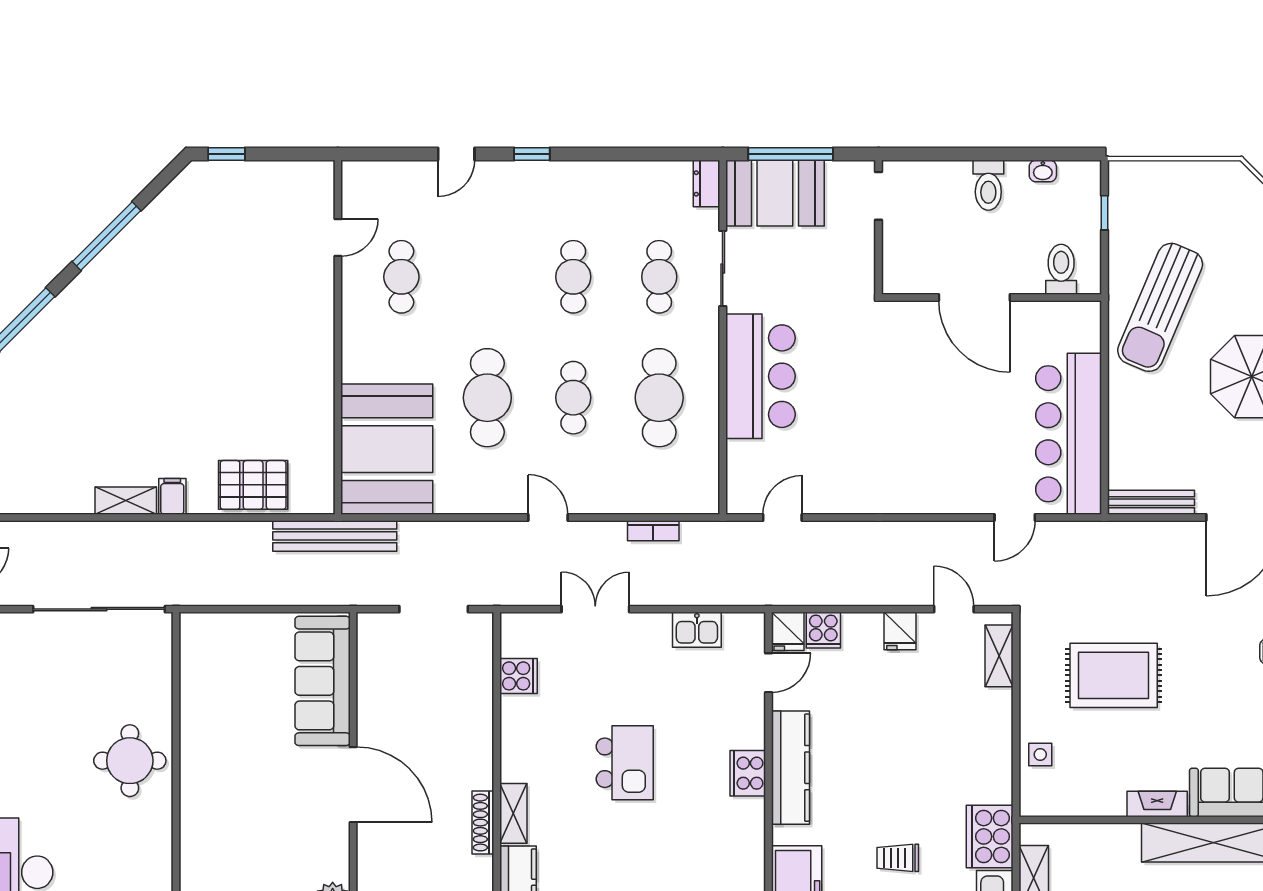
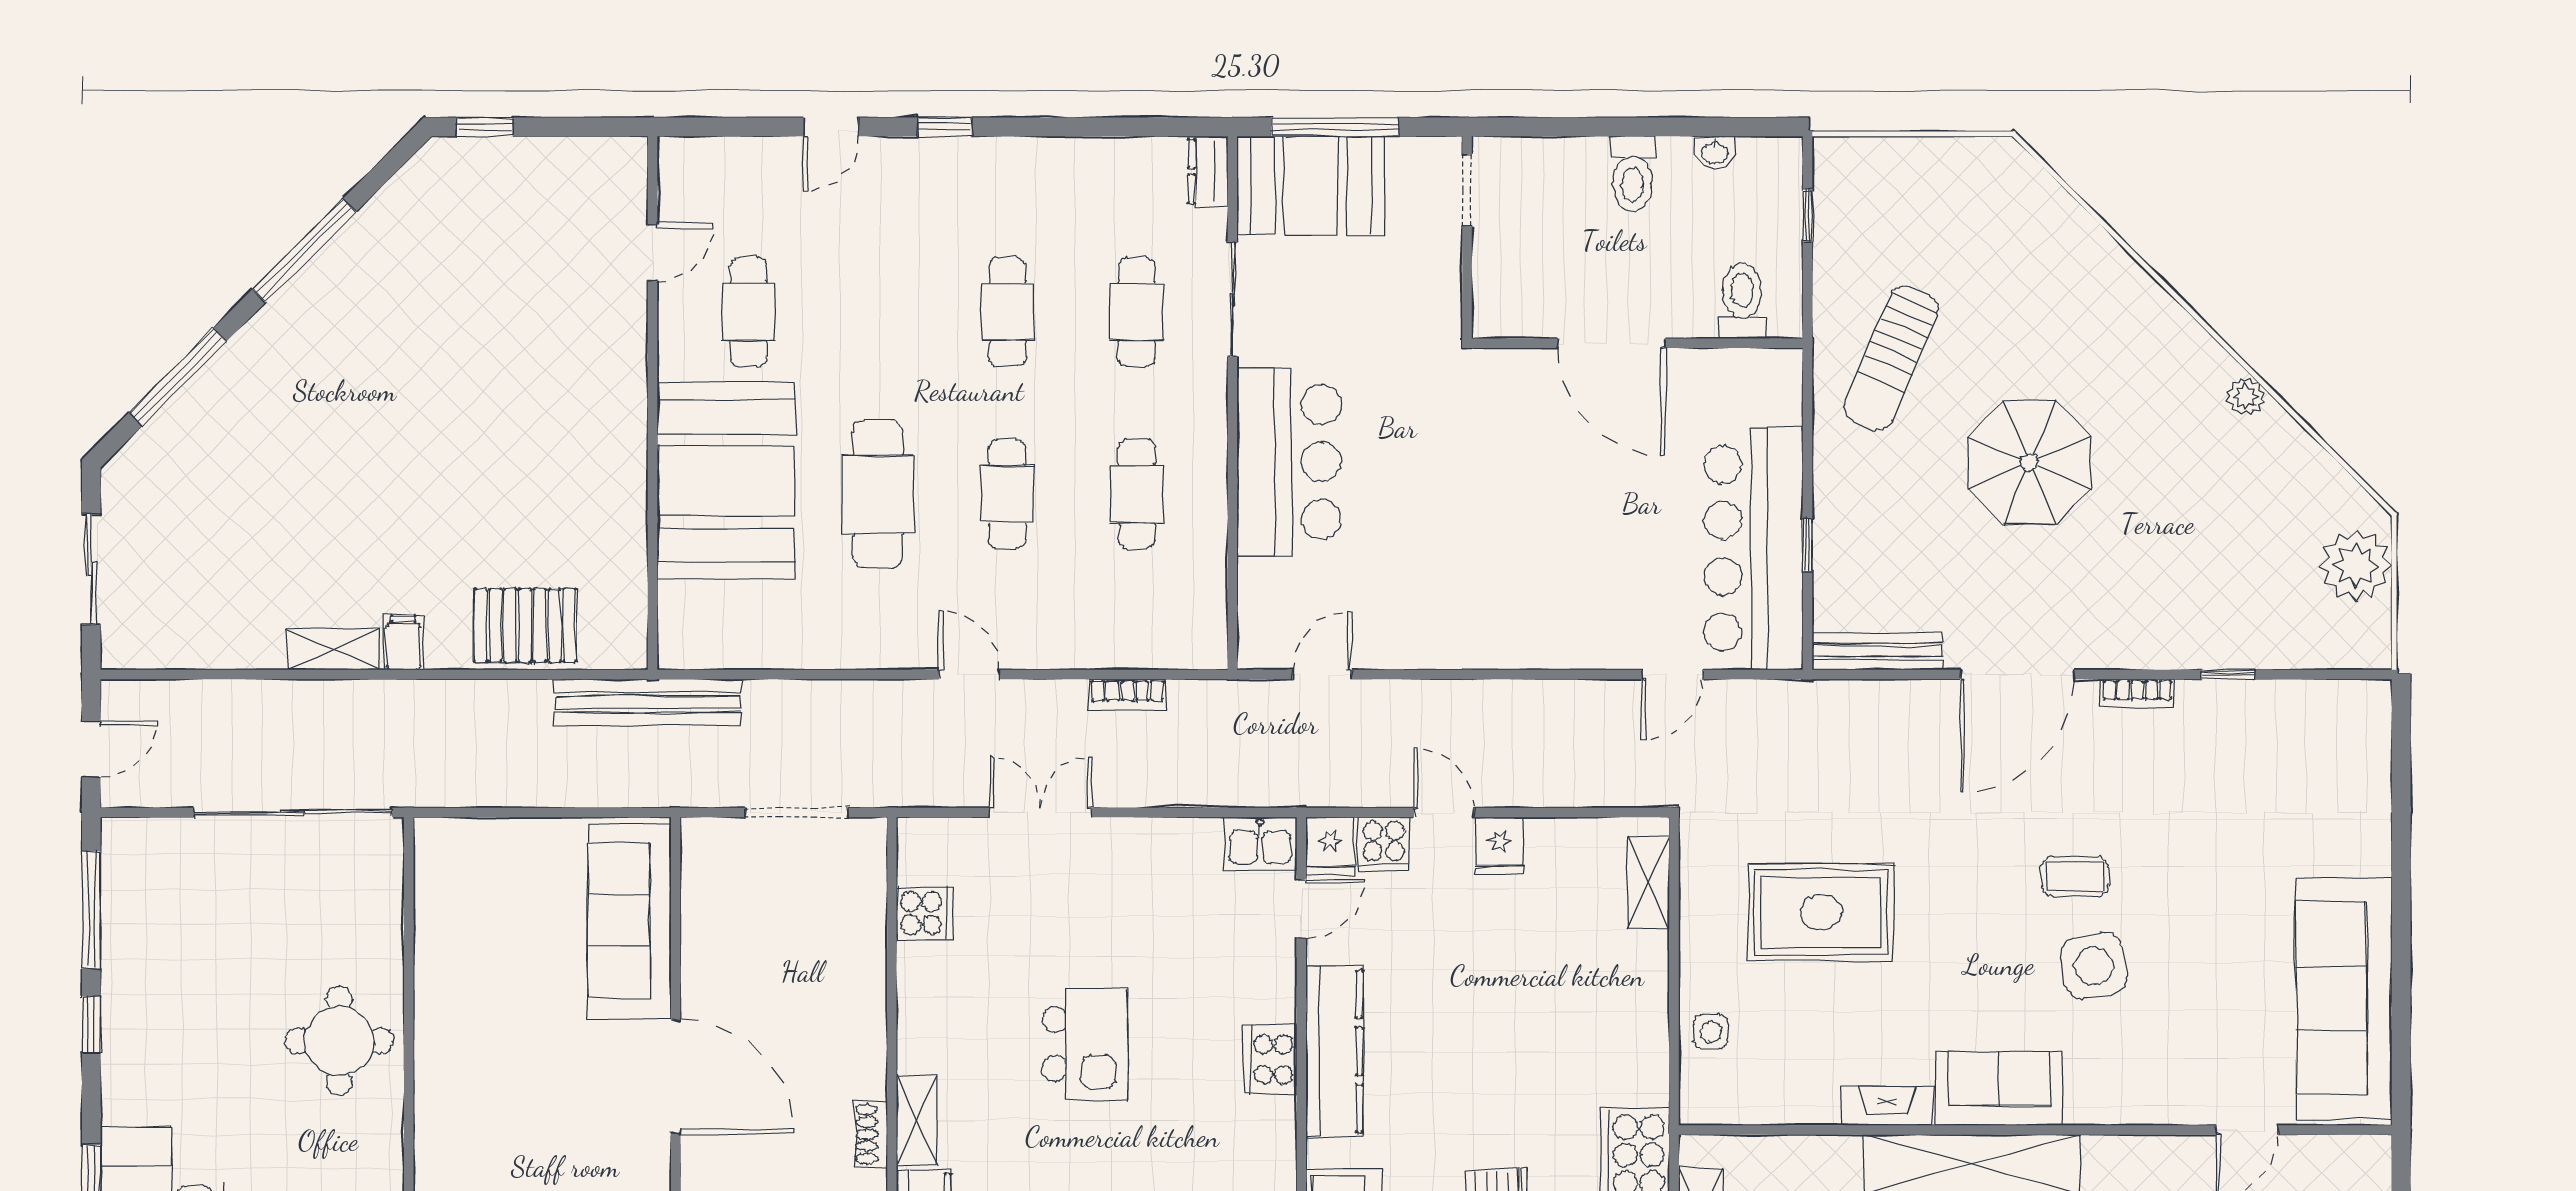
sun lounger: (1160, 307) -> (1891, 358), width x0.73, depth x0.75
cafe table: (659, 398) -> (1137, 494), width x0.73, depth x0.74
window: (1105, 432) -> (1808, 545), added
booth: (387, 449) -> (726, 481), moved
door: (954, 609) -> (1444, 812), moved
kitchen sink: (697, 630) -> (1260, 844), moved
shoe rack: (483, 823) -> (871, 1134), width x0.70

